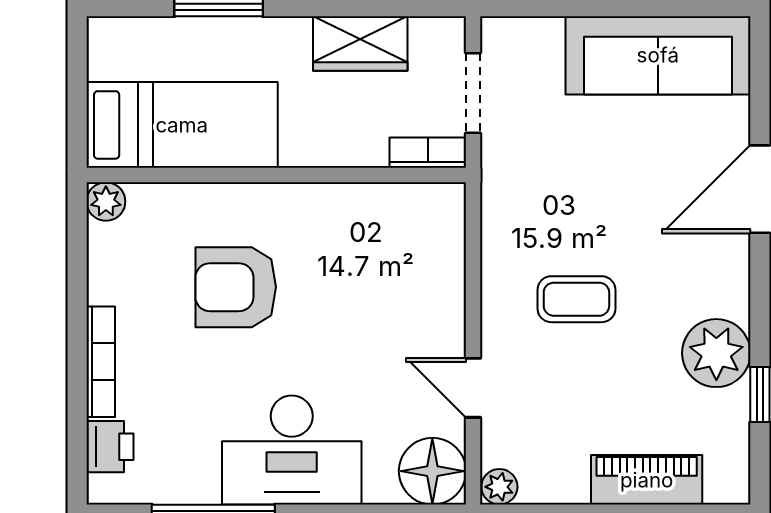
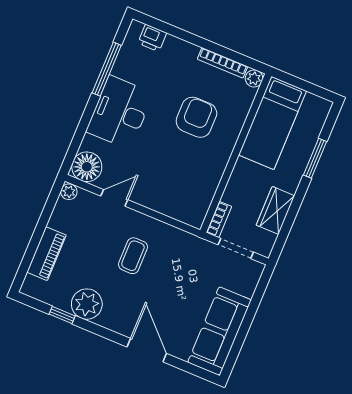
bookcase: (101, 362) -> (223, 63), moved

